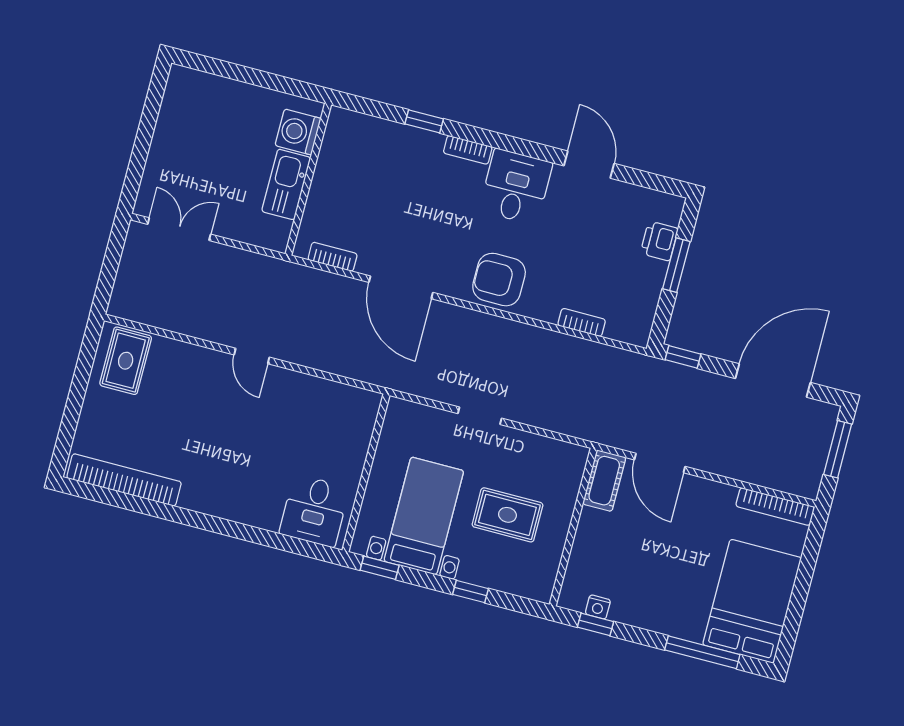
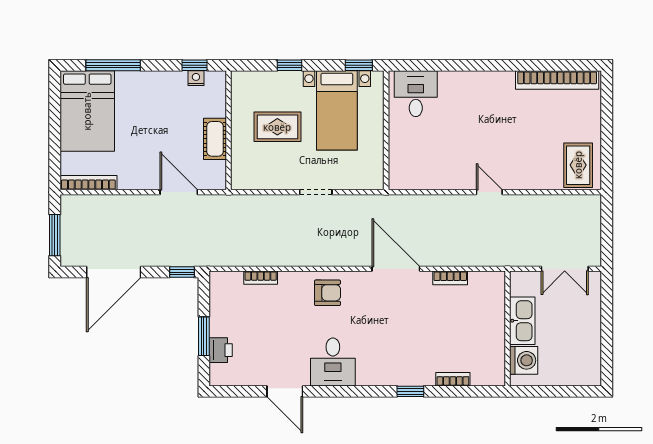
washing machine: (298, 132) -> (524, 360), moved
bookcase: (468, 150) -> (453, 379), moved
wall: (308, 179) -> (508, 329), moved
kitchen sink: (286, 184) -> (522, 321), moved
armchair: (499, 280) -> (327, 293), width x0.72, depth x0.72
cot: (604, 481) -> (215, 139), moved

